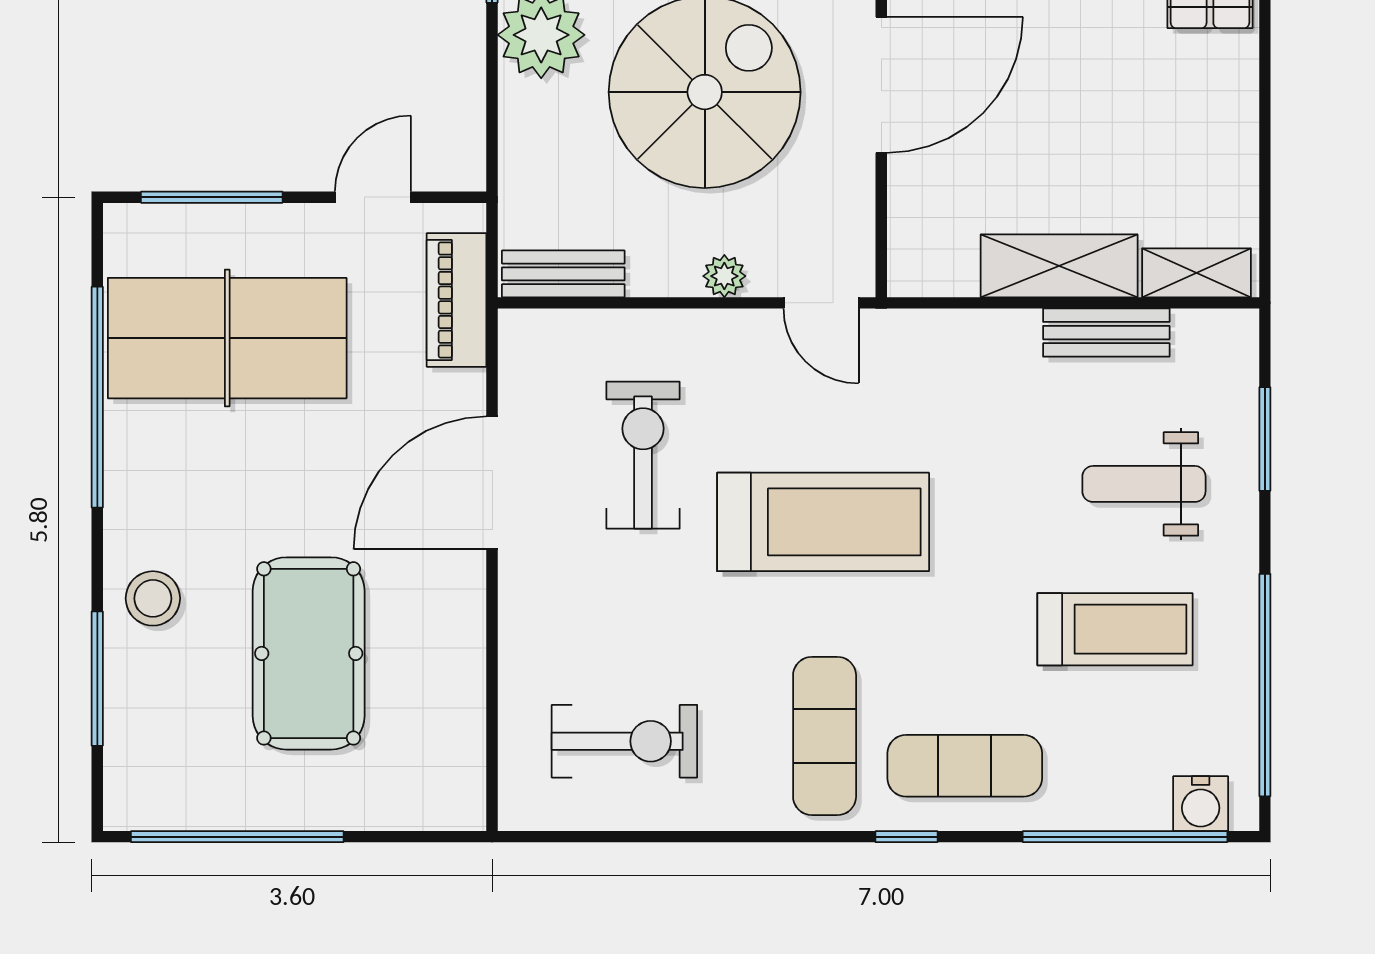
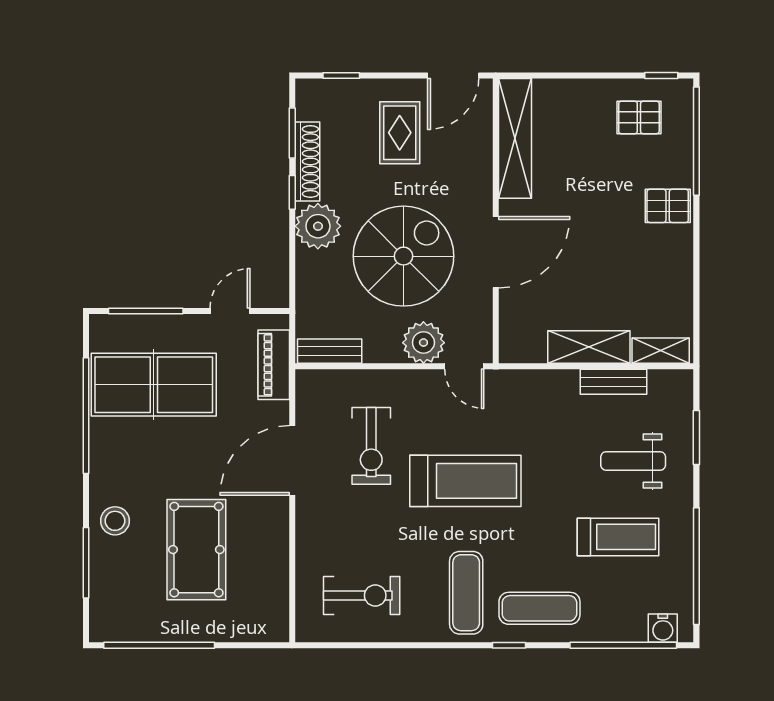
plant: (724, 276) -> (423, 343), width x1.88, depth x1.88
exercise bike: (643, 455) -> (371, 446), turned 180

